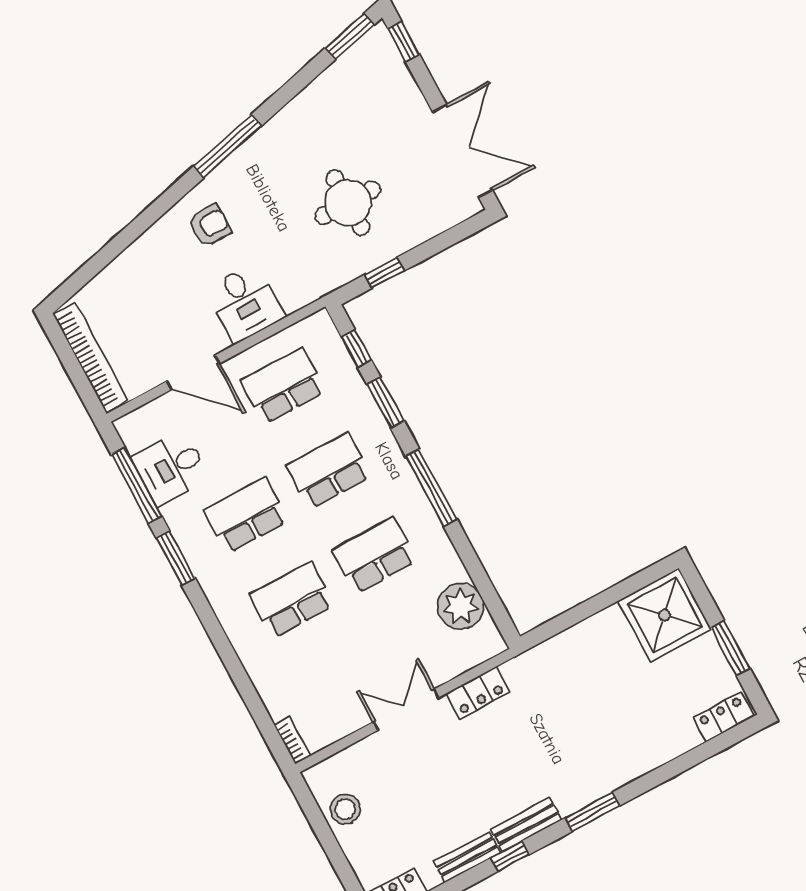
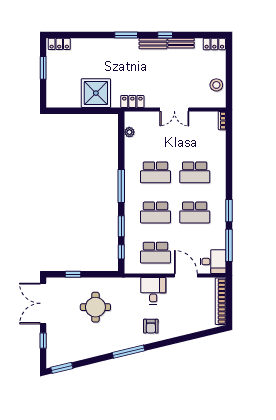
window: (404, 42) -> (43, 341), moved
armchair: (210, 225) -> (151, 326), turned -90
window: (384, 273) -> (73, 274), moved
desk: (171, 468) -> (213, 262), moved
plant: (461, 606) -> (129, 132), width x0.53, depth x0.53
shower: (665, 615) -> (96, 93), moved
locker: (478, 693) -> (132, 101), moved

